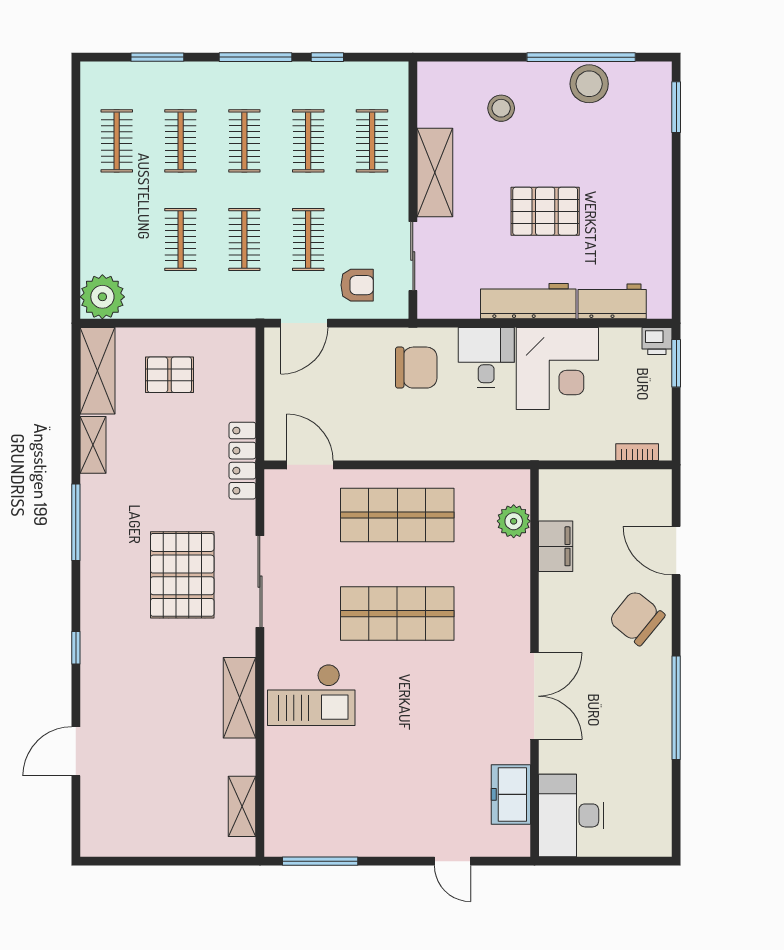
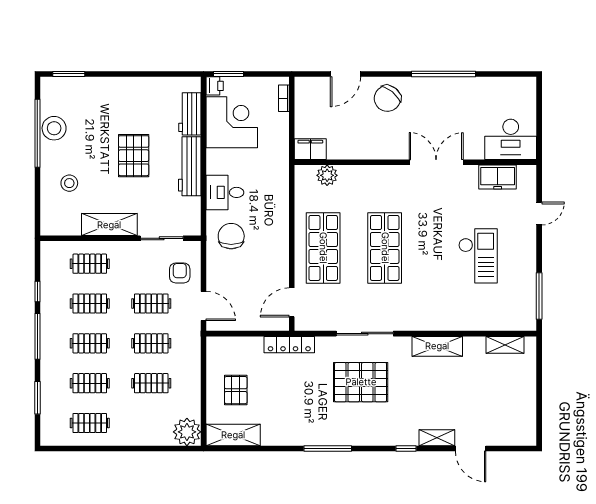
corner desk: (557, 369) -> (232, 122), moved
shelving: (93, 445) -> (437, 438), moved
filing cabinet: (556, 546) -> (310, 149), moved
checkout: (311, 695) -> (478, 256), moved

